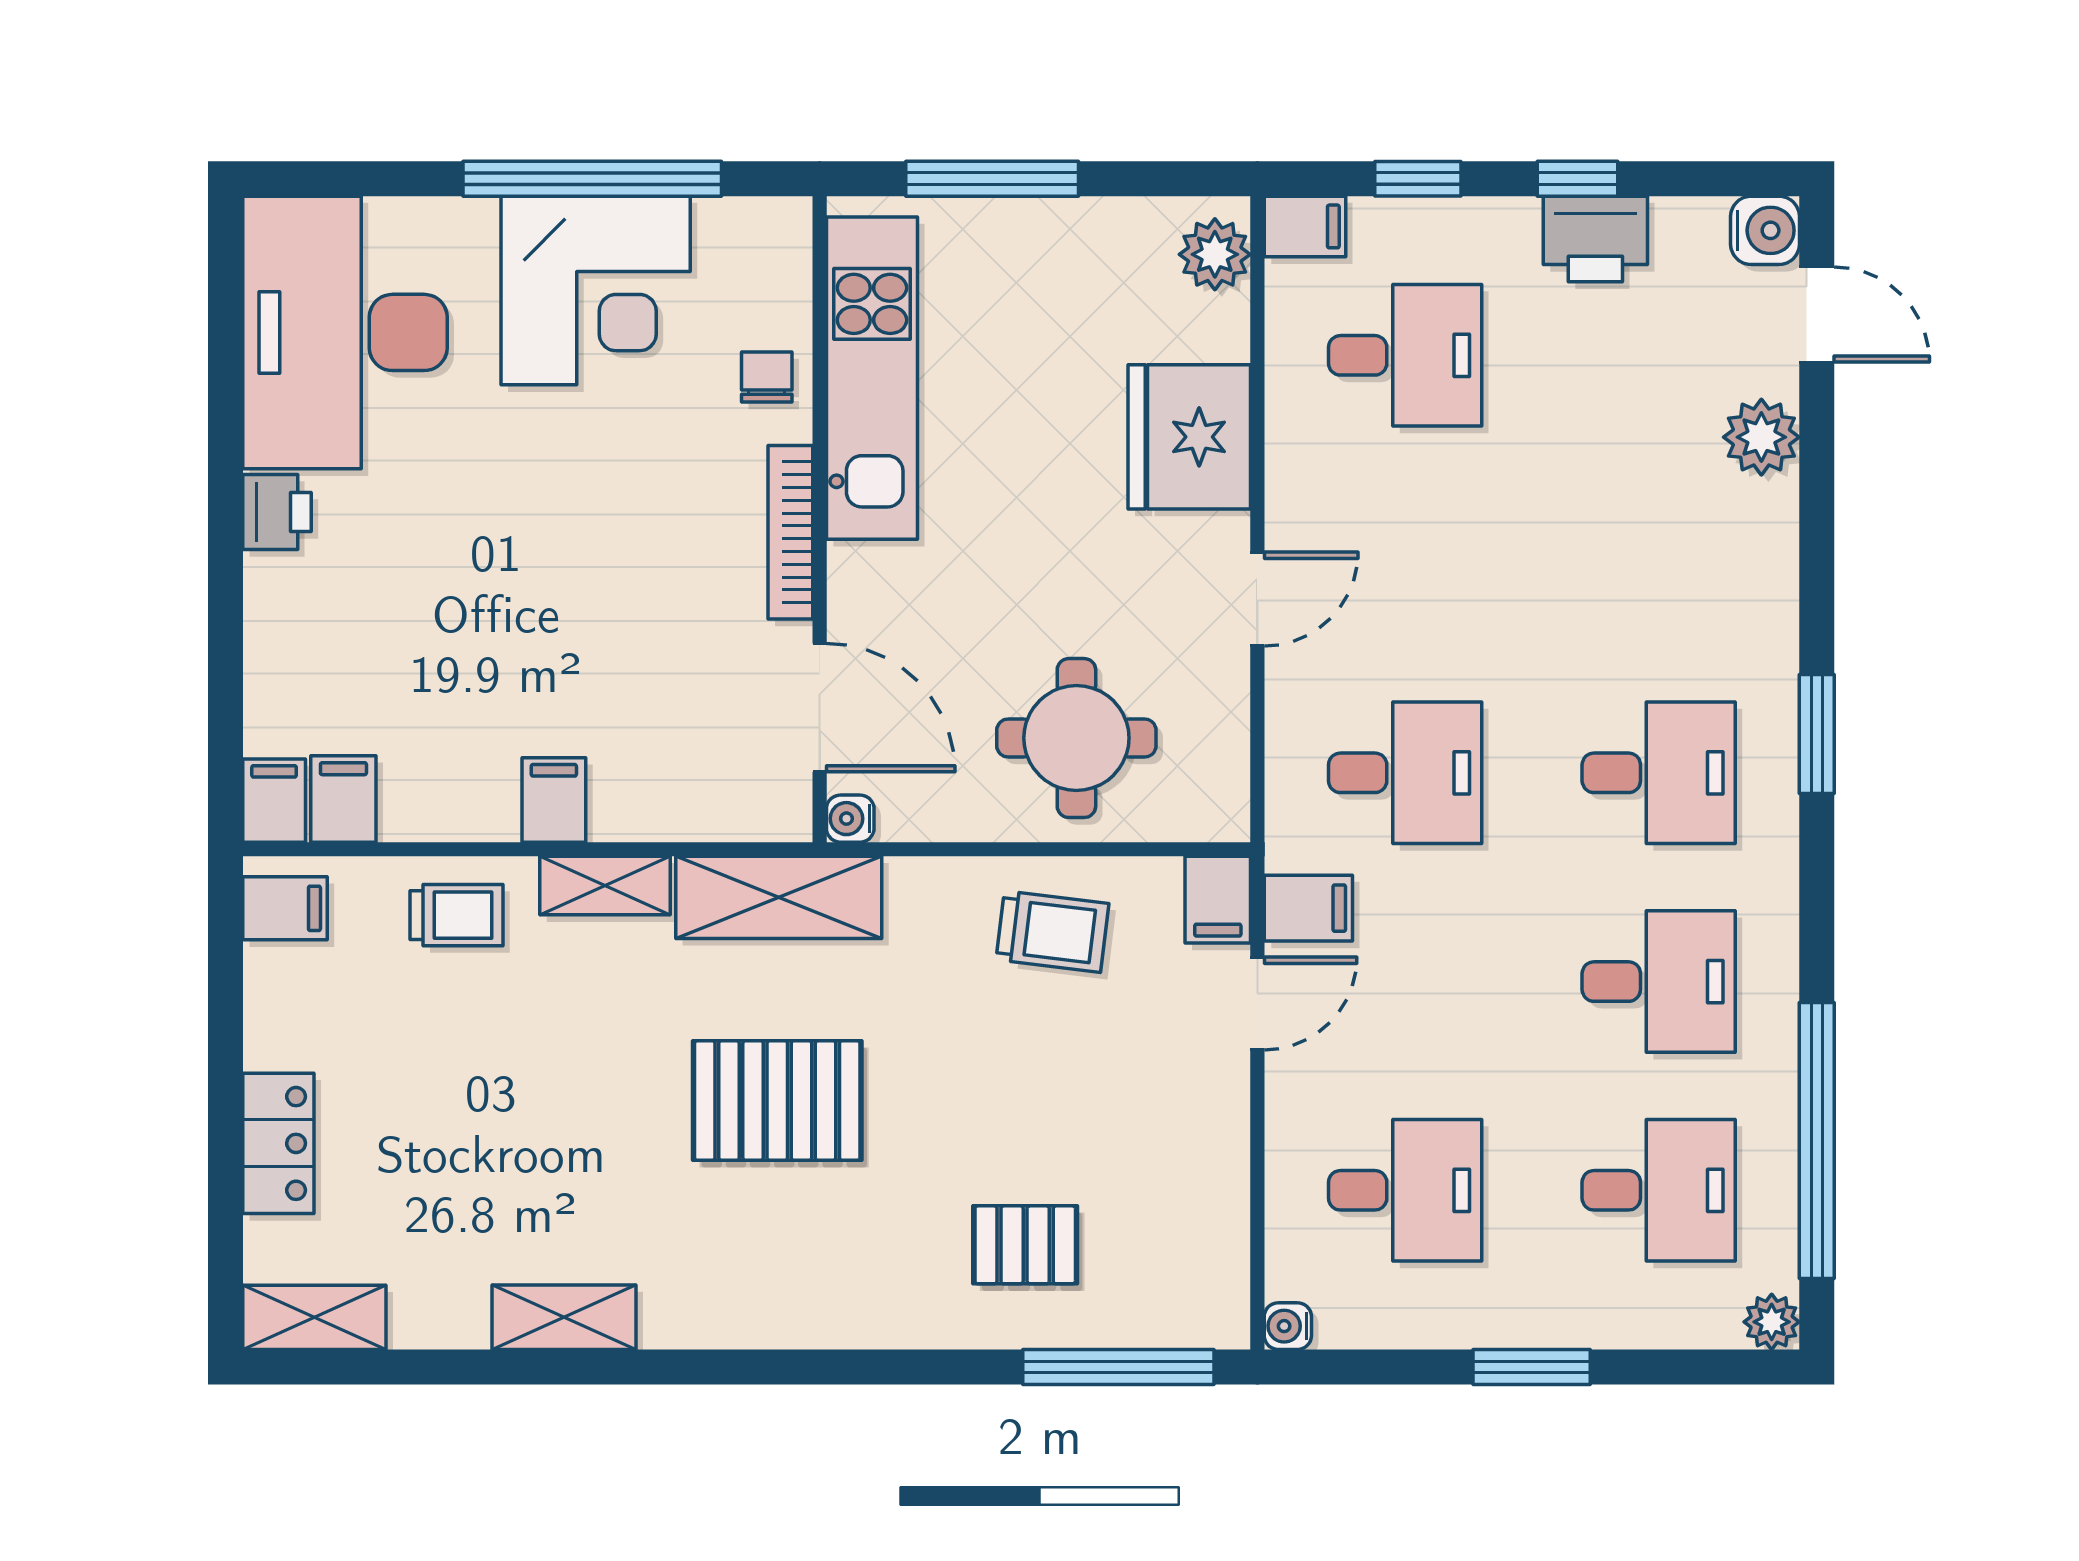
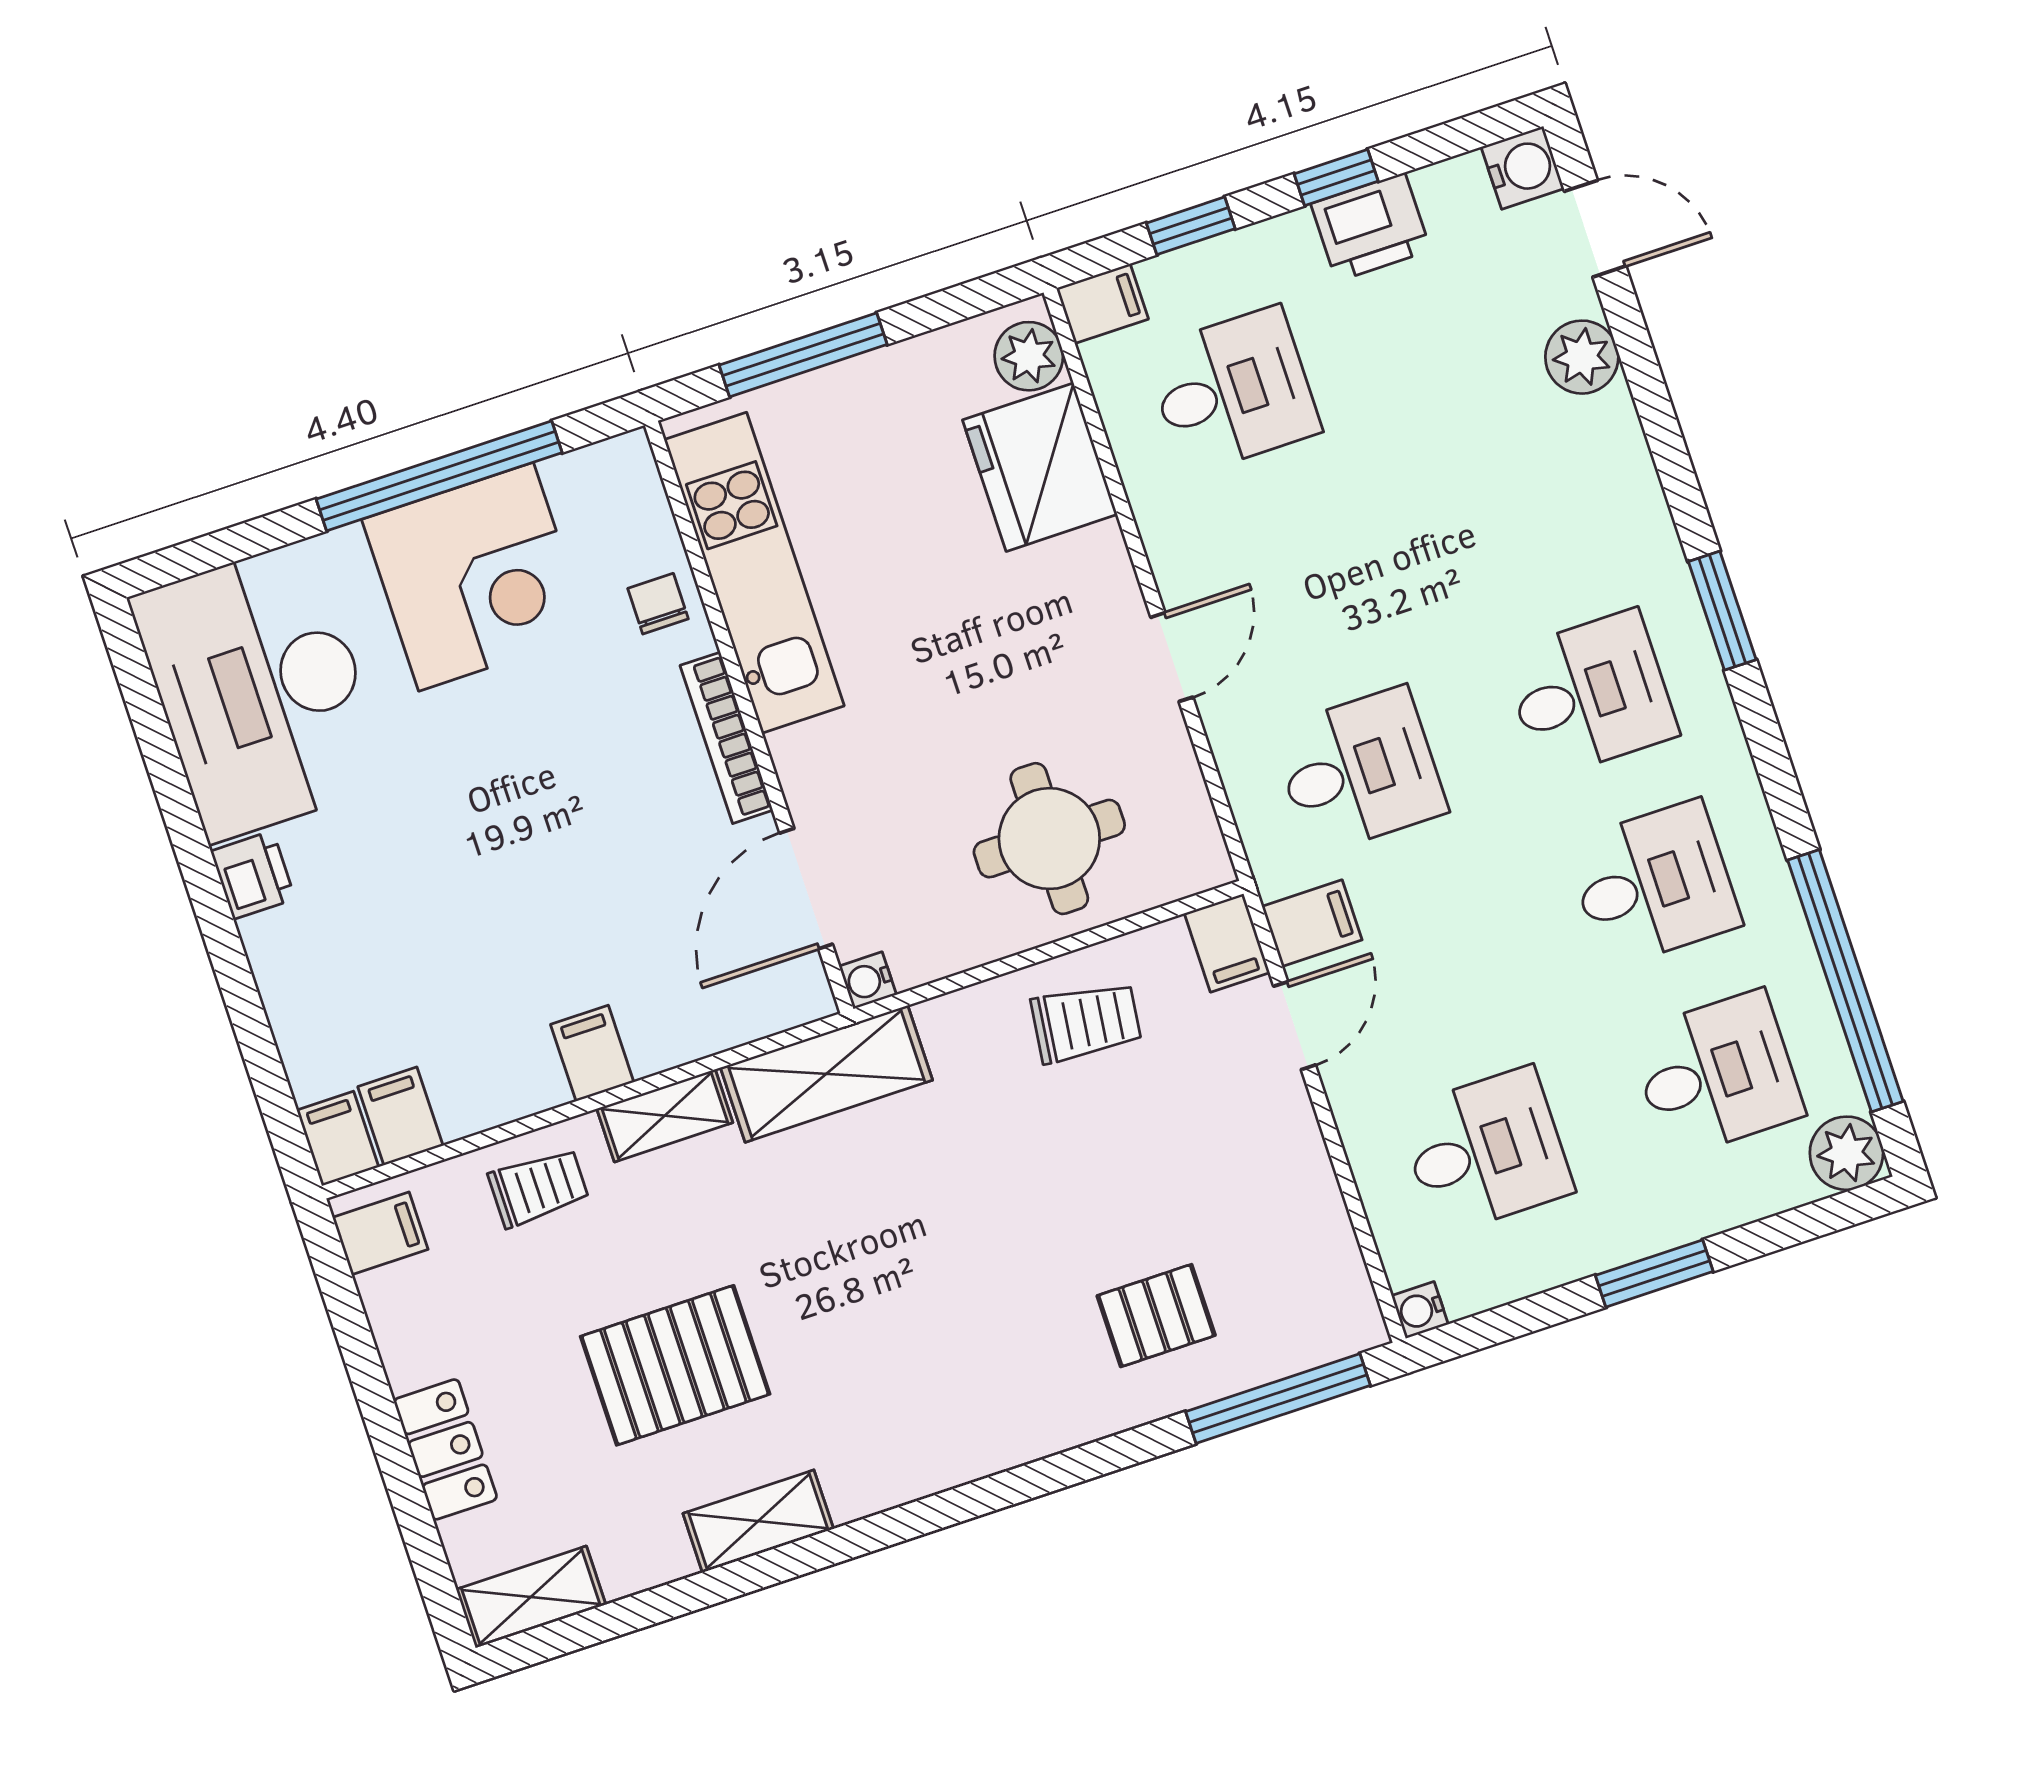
fridge: (1189, 437) -> (1040, 467), moved
door: (820, 708) -> (806, 889), swing flipped
pallet: (777, 1101) -> (675, 1365), moved
plant: (1772, 1322) -> (1846, 1153), width x1.38, depth x1.38

